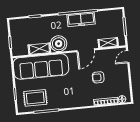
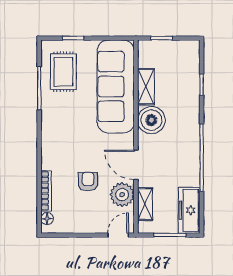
freezer: (81, 19) -> (189, 210), moved
plant: (104, 57) -> (122, 195), added
door: (128, 57) -> (118, 235), hinge flipped

